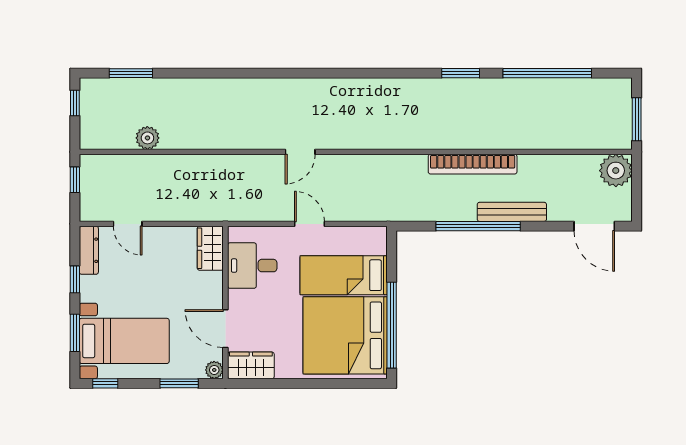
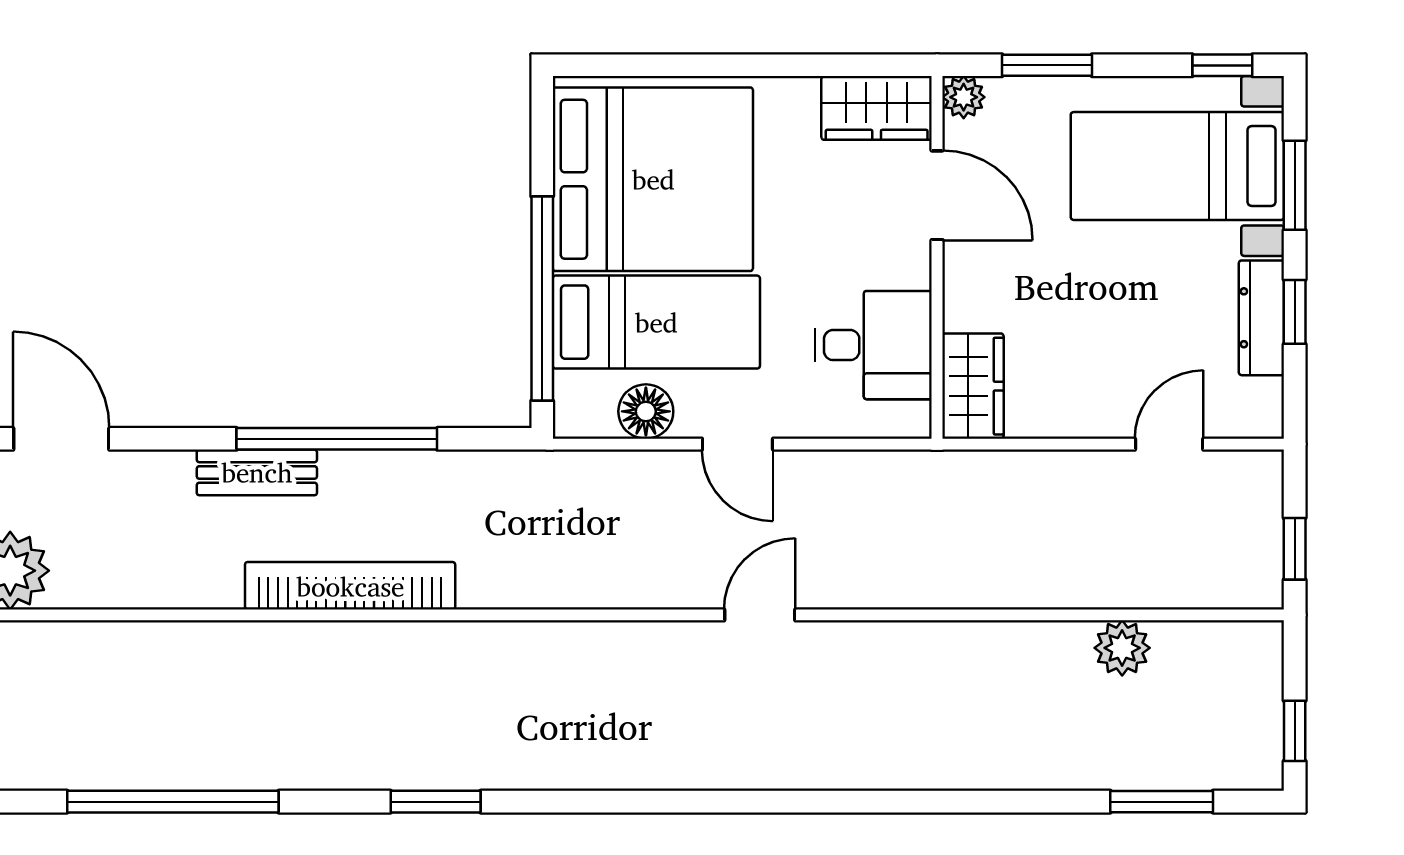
window: (461, 73) -> (436, 802), moved
bench: (512, 212) -> (257, 472), width x0.73
door: (128, 224) -> (1169, 444), hinge flipped
floor lamp: (348, 238) -> (646, 411), added
dresser: (89, 250) -> (1261, 318), moved
window: (392, 325) -> (542, 299), moved

